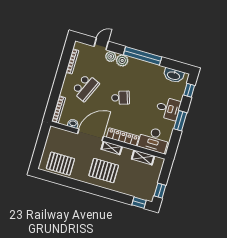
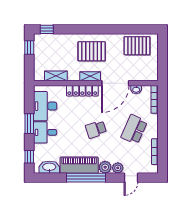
piano: (146, 69) -> (79, 165), added
desk: (154, 140) -> (45, 106), moved, turned -90

